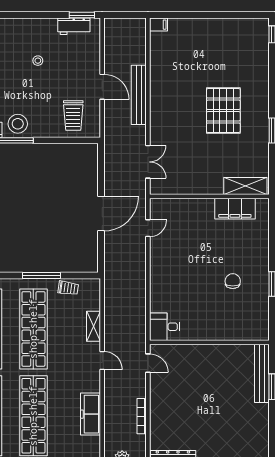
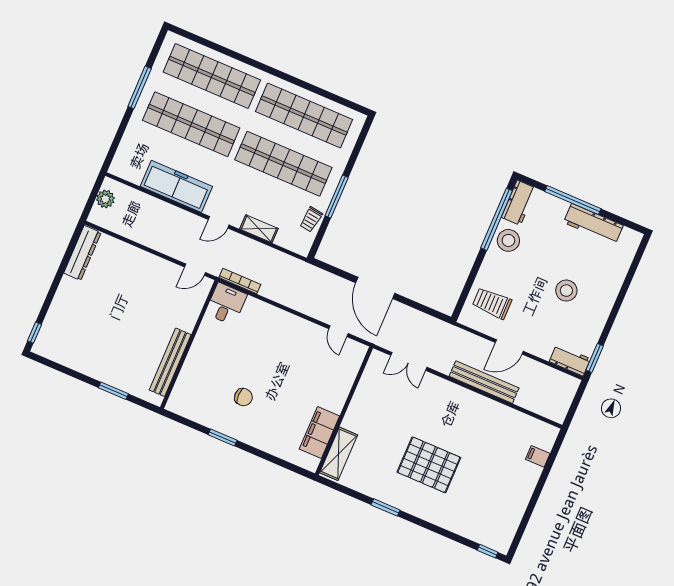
filing cabinet: (158, 25) -> (538, 456), moved, turned 90
workbench: (74, 26) -> (570, 360), moved, turned 90
stool: (38, 61) -> (566, 291), width x1.89, depth x1.89
bench: (262, 373) -> (170, 362), moved, turned 90
freezer: (91, 414) -> (176, 186), width x1.36, depth x1.26
bookcase: (142, 416) -> (240, 281), moved

